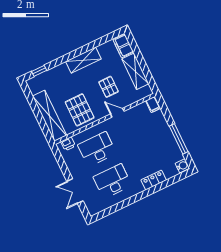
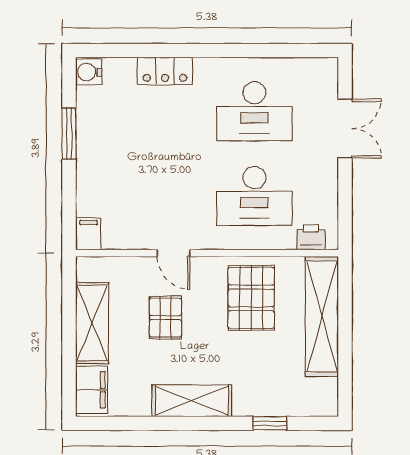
window: (39, 71) -> (270, 423), moved
window: (179, 139) -> (69, 134), width x0.69

